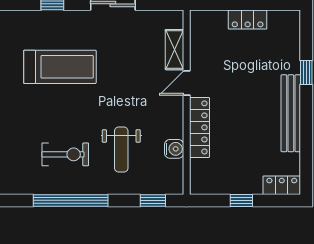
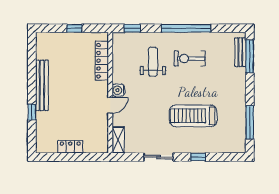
shelving: (175, 50) -> (118, 140), moved
locker: (199, 127) -> (102, 61), moved
water cooler: (174, 149) -> (118, 90), moved
locker: (282, 185) -> (48, 38), removed

